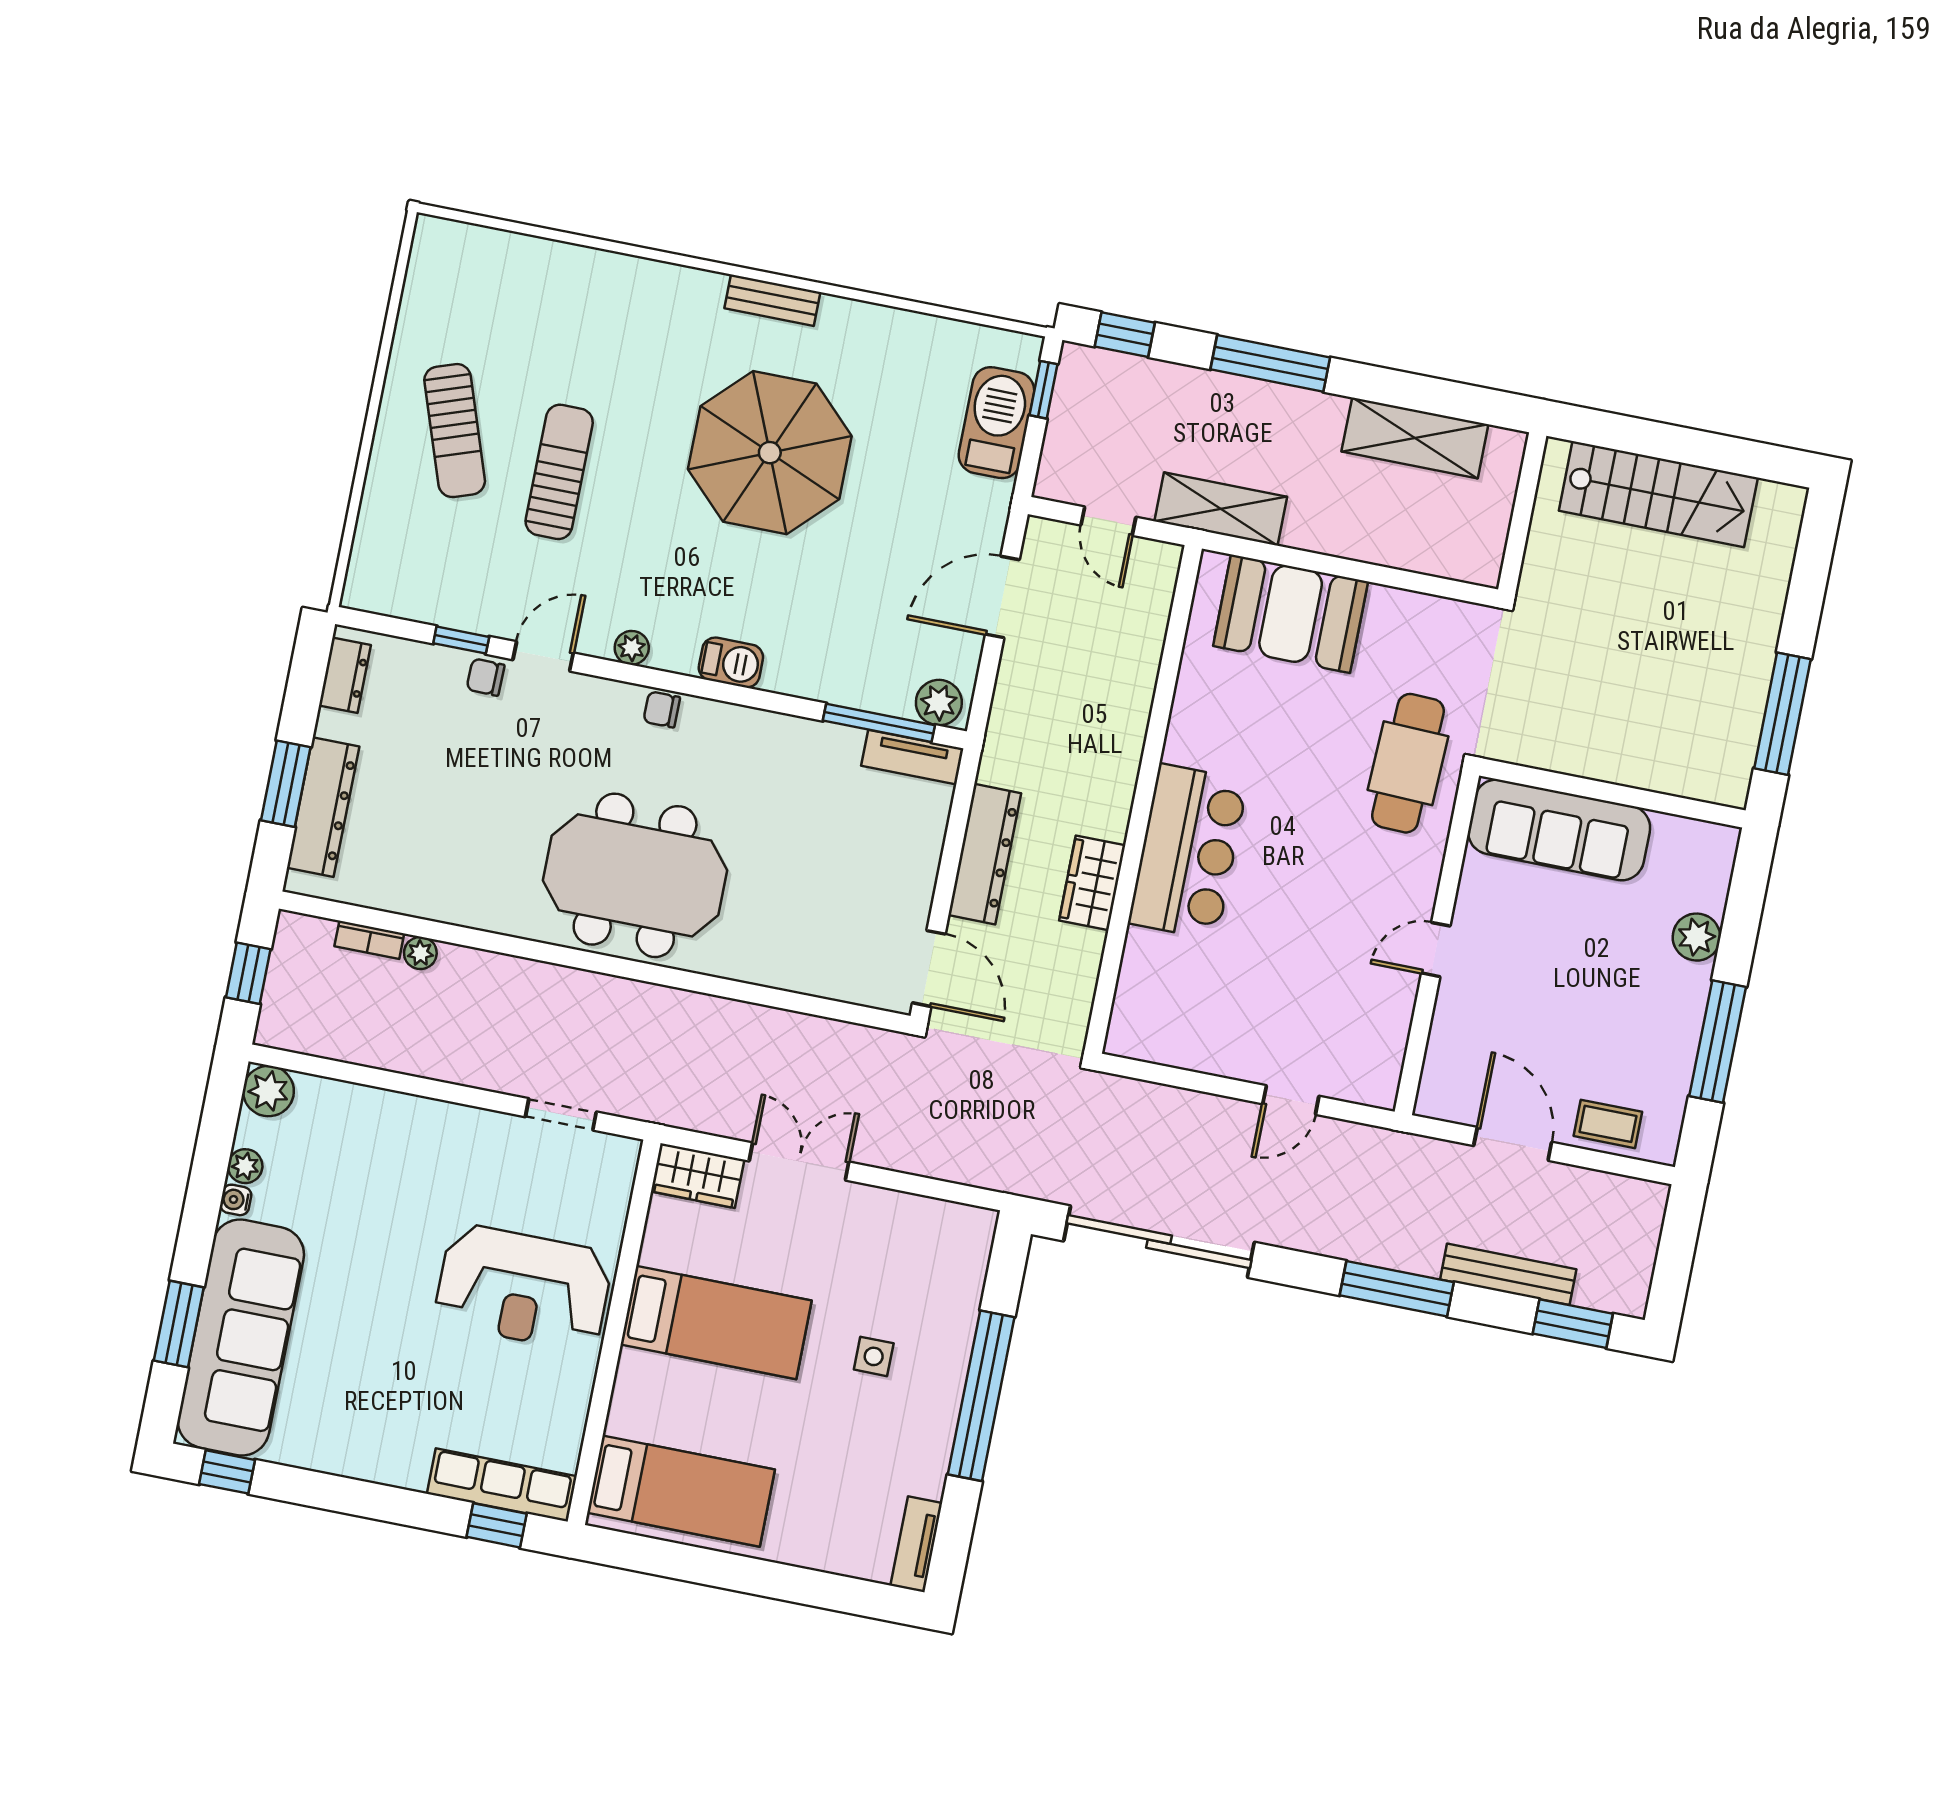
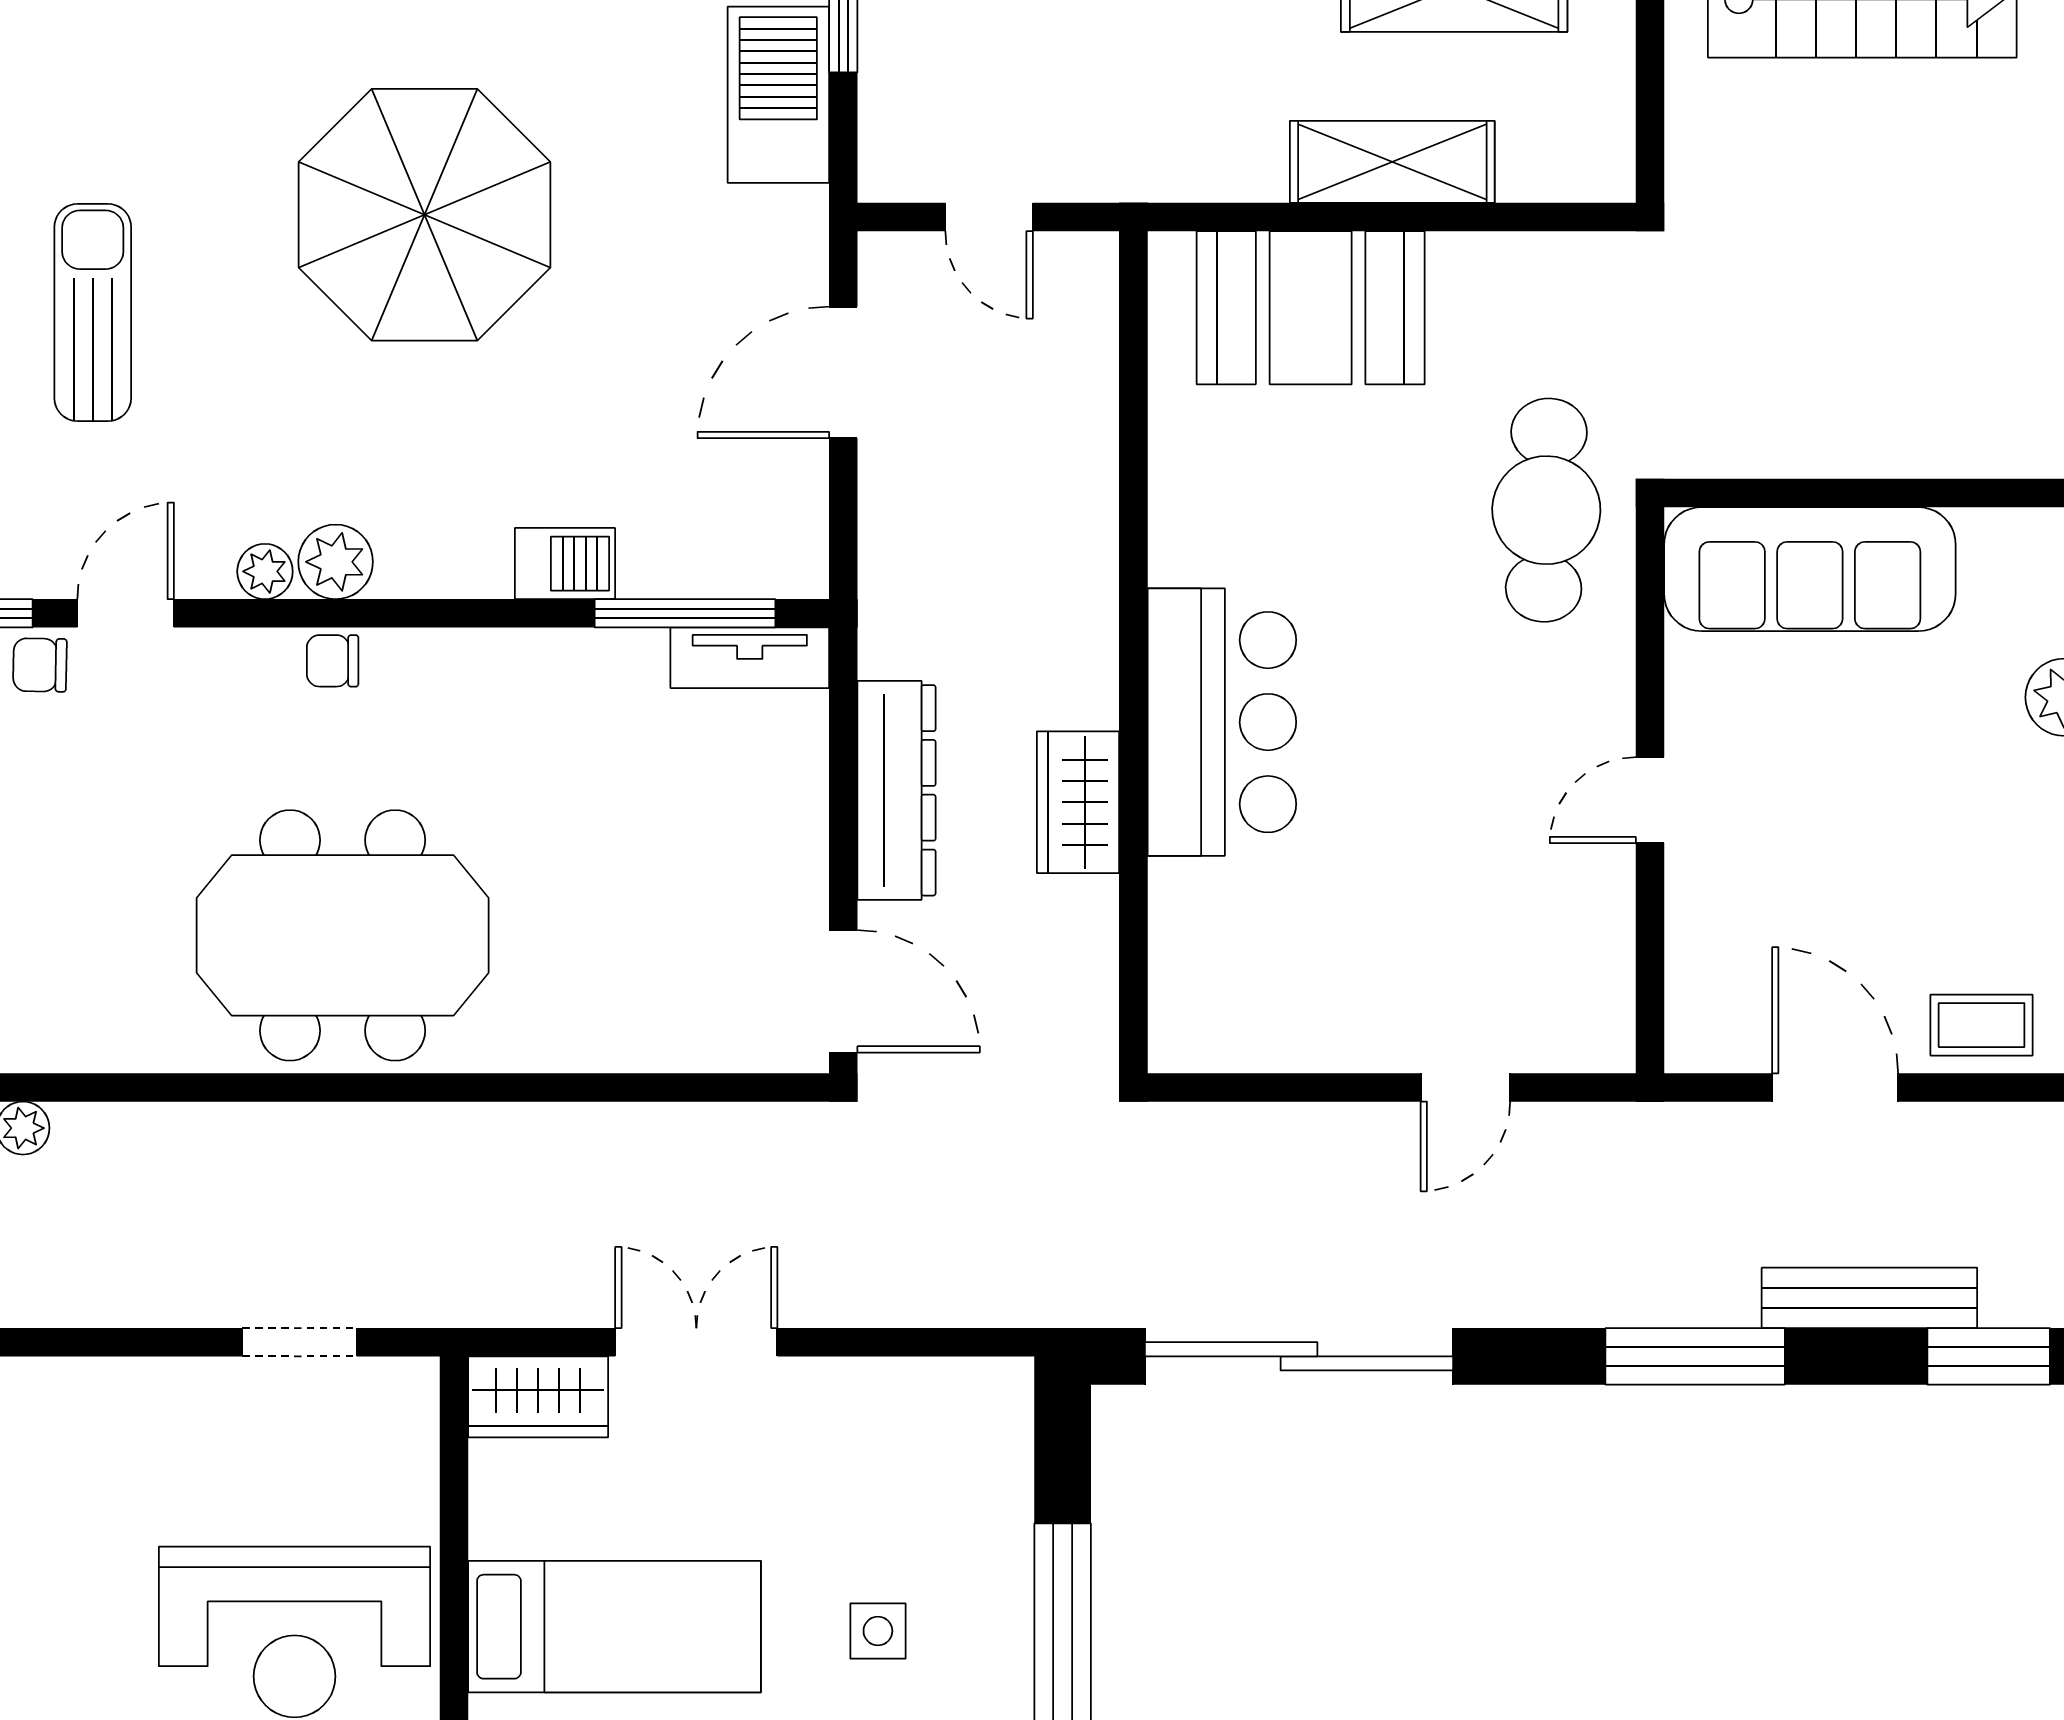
shelving: (1221, 509) -> (1392, 162), moved
barbecue: (731, 662) -> (565, 564), moved
plant: (939, 703) -> (336, 562), moved

